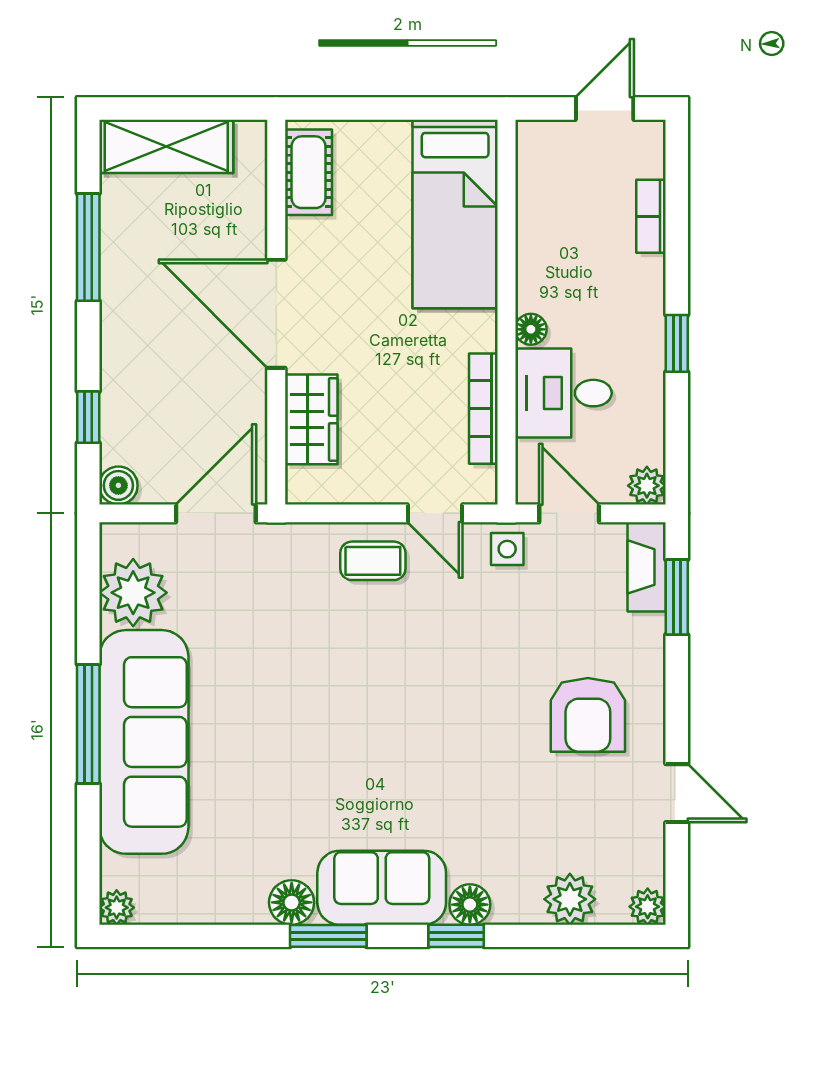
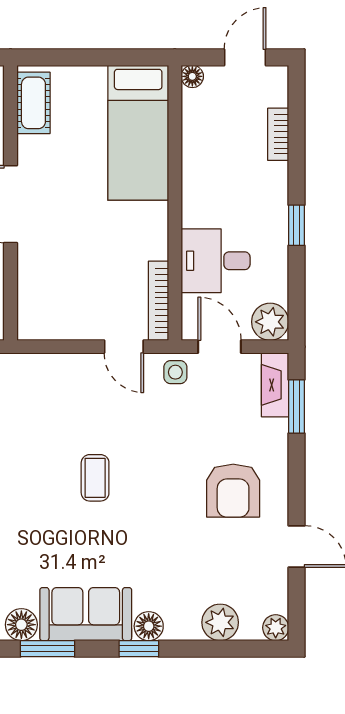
floor lamp: (531, 329) -> (192, 76), moved
bookcase: (483, 409) -> (158, 301), moved
wardrobe: (311, 419) -> (35, 280), removed
plant: (647, 486) -> (270, 322), width x1.38, depth x1.38
coffee table: (373, 561) -> (95, 478), moved, turned 90

